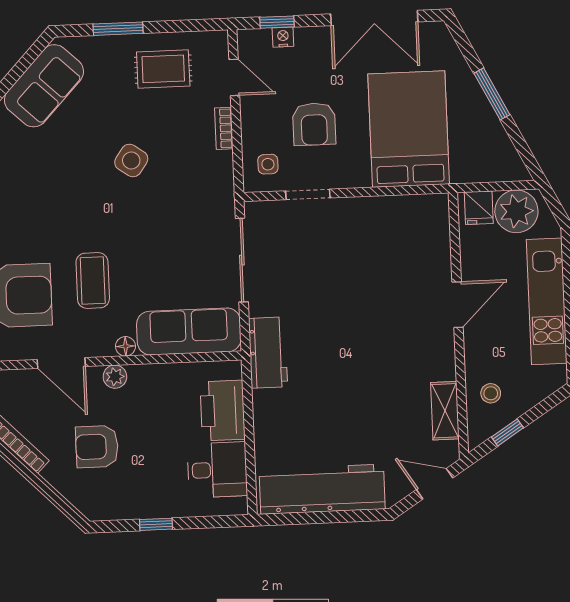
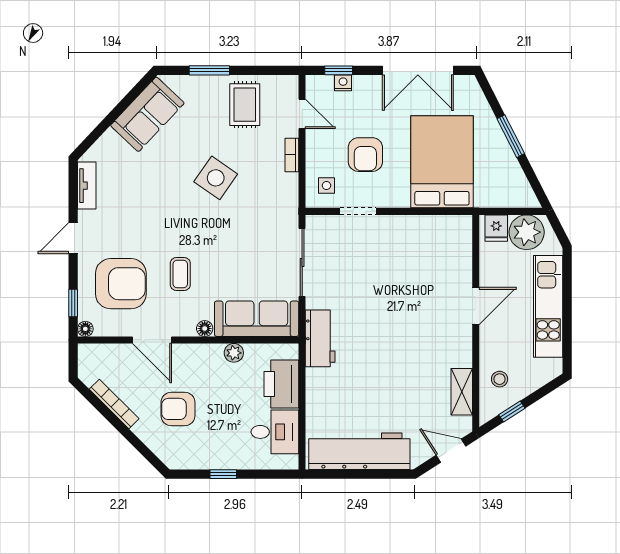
rug: (163, 69) -> (245, 105), turned 90
side table: (131, 160) -> (216, 178), width x1.37, depth x1.37
coffee table: (93, 281) -> (180, 274), width x0.73, depth x0.77
plant: (115, 377) -> (234, 353), moved

